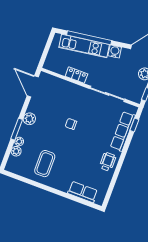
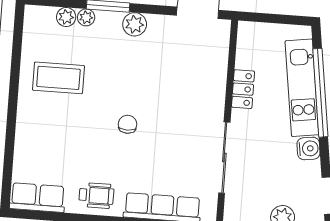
chair: (71, 124) -> (128, 124), moved
row of seats: (83, 192) -> (38, 198), moved, turned -90

